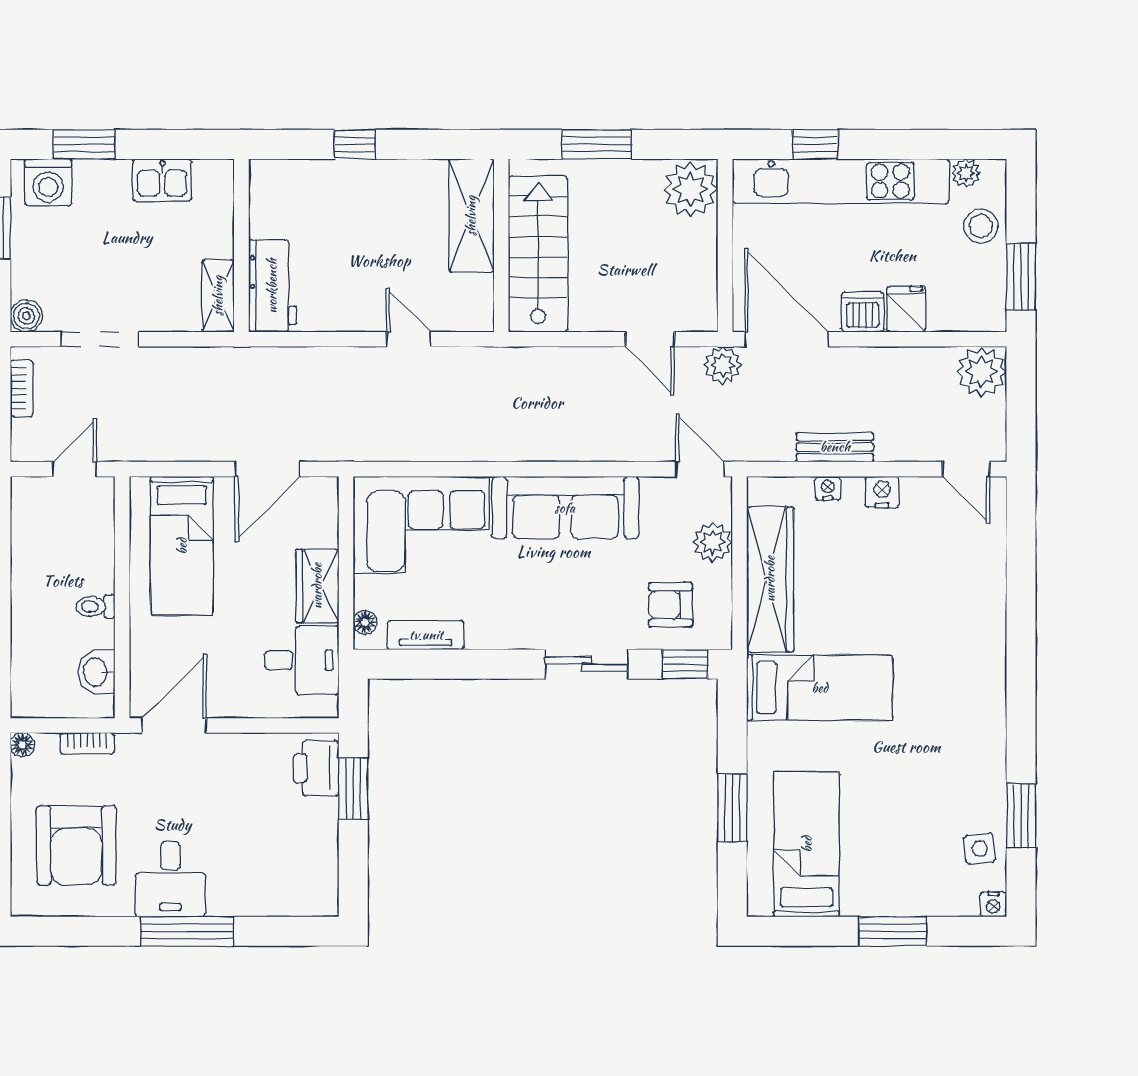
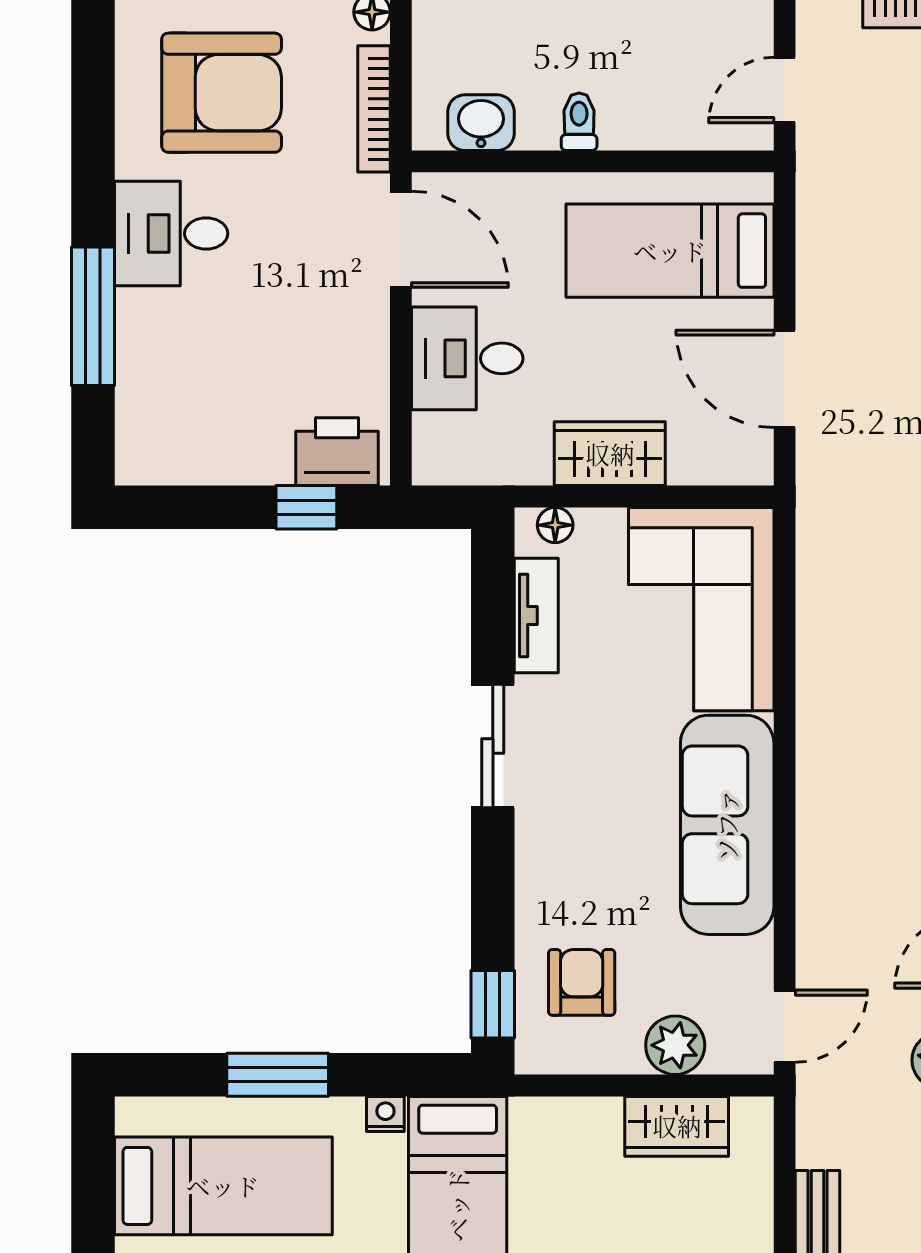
door: (74, 469) -> (785, 90), swing flipped
nightstand: (828, 488) -> (385, 1114), moved, turned -90
wardrobe: (770, 579) -> (677, 1126), width x0.48, depth x0.85
desk: (302, 660) -> (467, 358), moved, turned 90
sliding door: (587, 664) -> (493, 746), moved
bookcase: (87, 744) -> (374, 109), width x1.56
window: (353, 789) -> (306, 507), width x0.67
armchair: (76, 845) -> (222, 93), turned 180
window: (187, 931) -> (93, 316), moved

